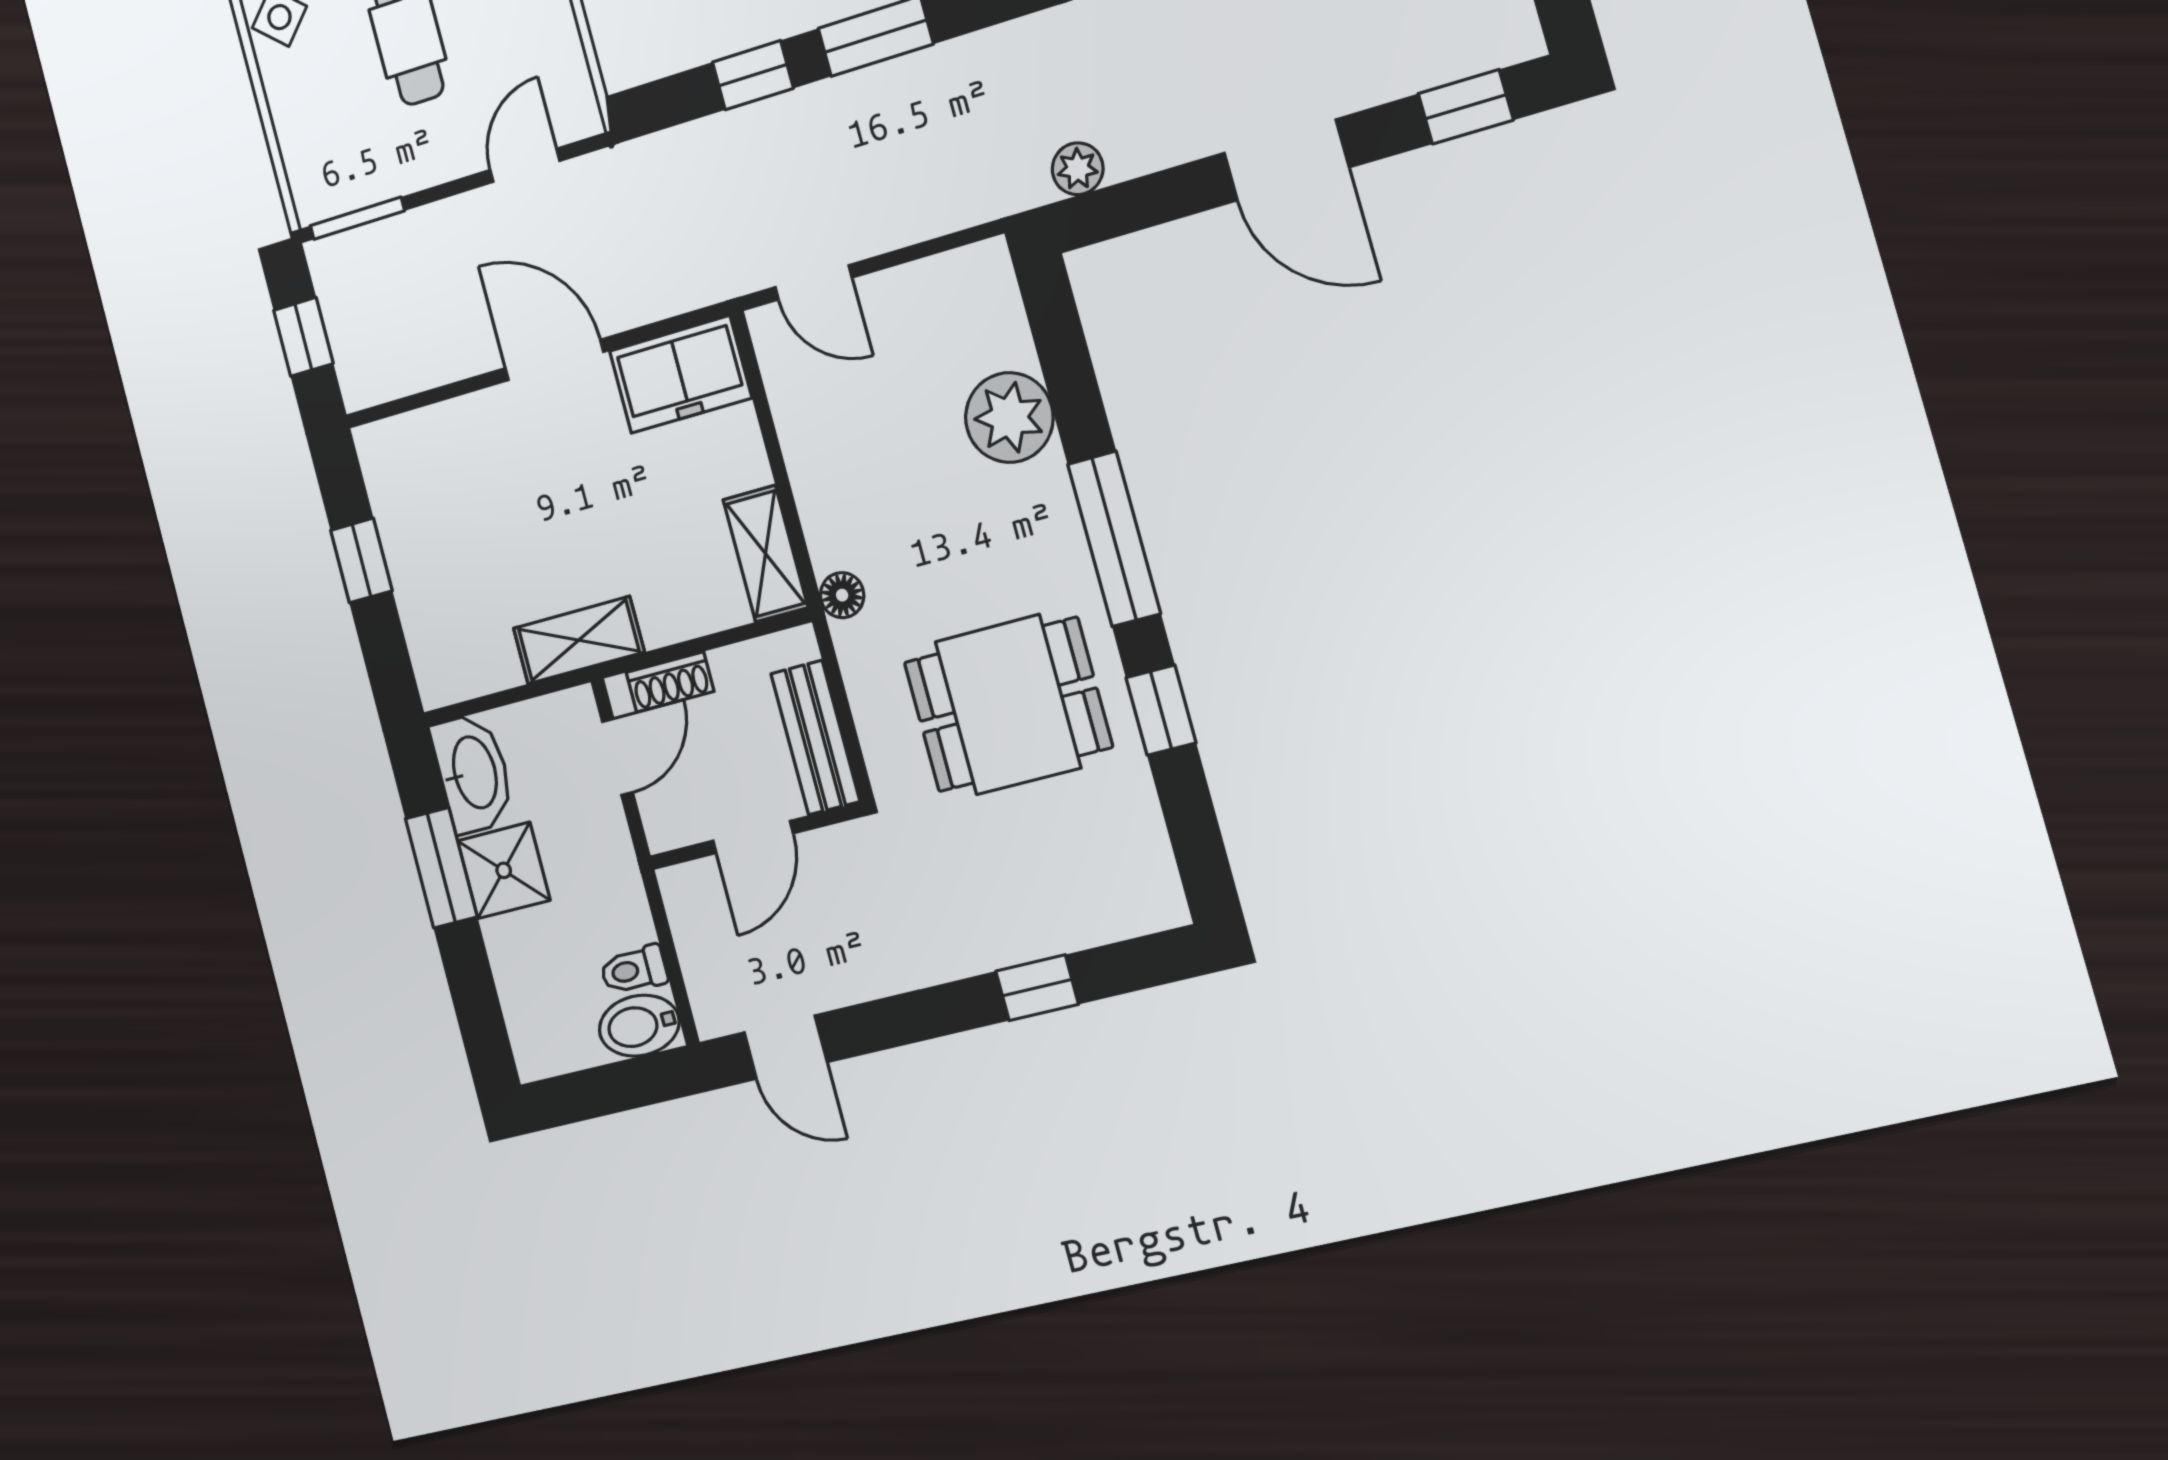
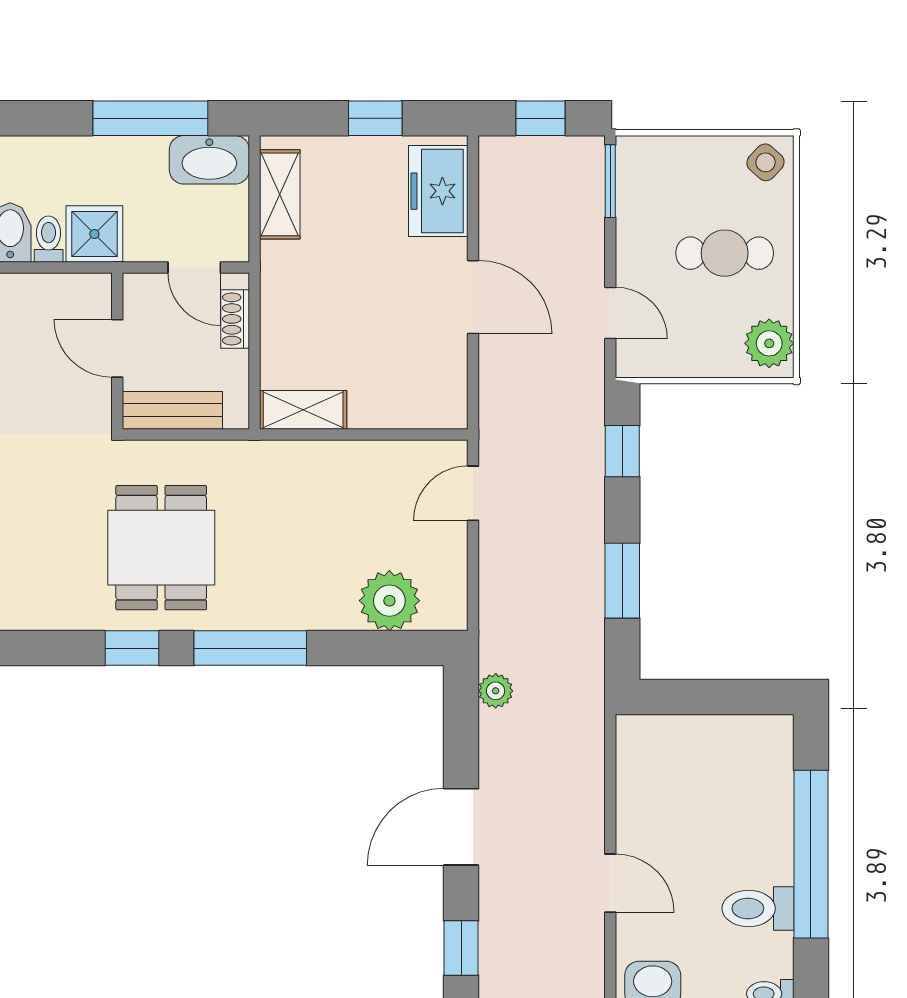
window: (753, 75) -> (622, 451), moved
door: (554, 360) -> (473, 297), hinge flipped
freezer: (680, 374) -> (438, 191), moved
plant: (1009, 418) -> (389, 601), moved
floor lamp: (842, 595) -> (262, 455), removed
shelving: (579, 640) -> (280, 194), moved
window: (441, 868) -> (150, 118), width x1.44
shower: (504, 870) -> (94, 234), moved

